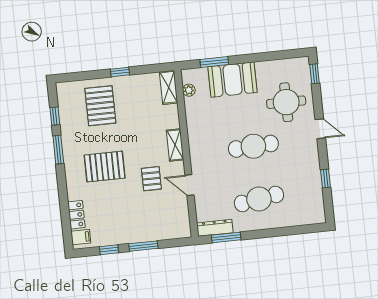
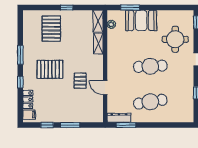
window: (55, 116) -> (20, 82), moved
shelving: (175, 145) -> (98, 44), moved

